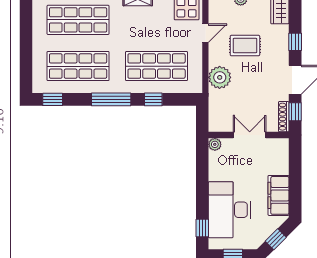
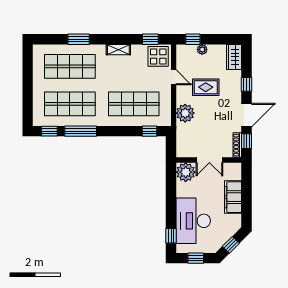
door: (205, 33) -> (174, 77), hinge flipped
window: (111, 99) -> (81, 131), moved
window: (153, 99) -> (149, 131), moved
double door: (250, 135) -> (209, 160), swing flipped
plant: (215, 144) -> (186, 172), width x1.87, depth x1.87
filing cabinet: (278, 195) -> (233, 197), moved

